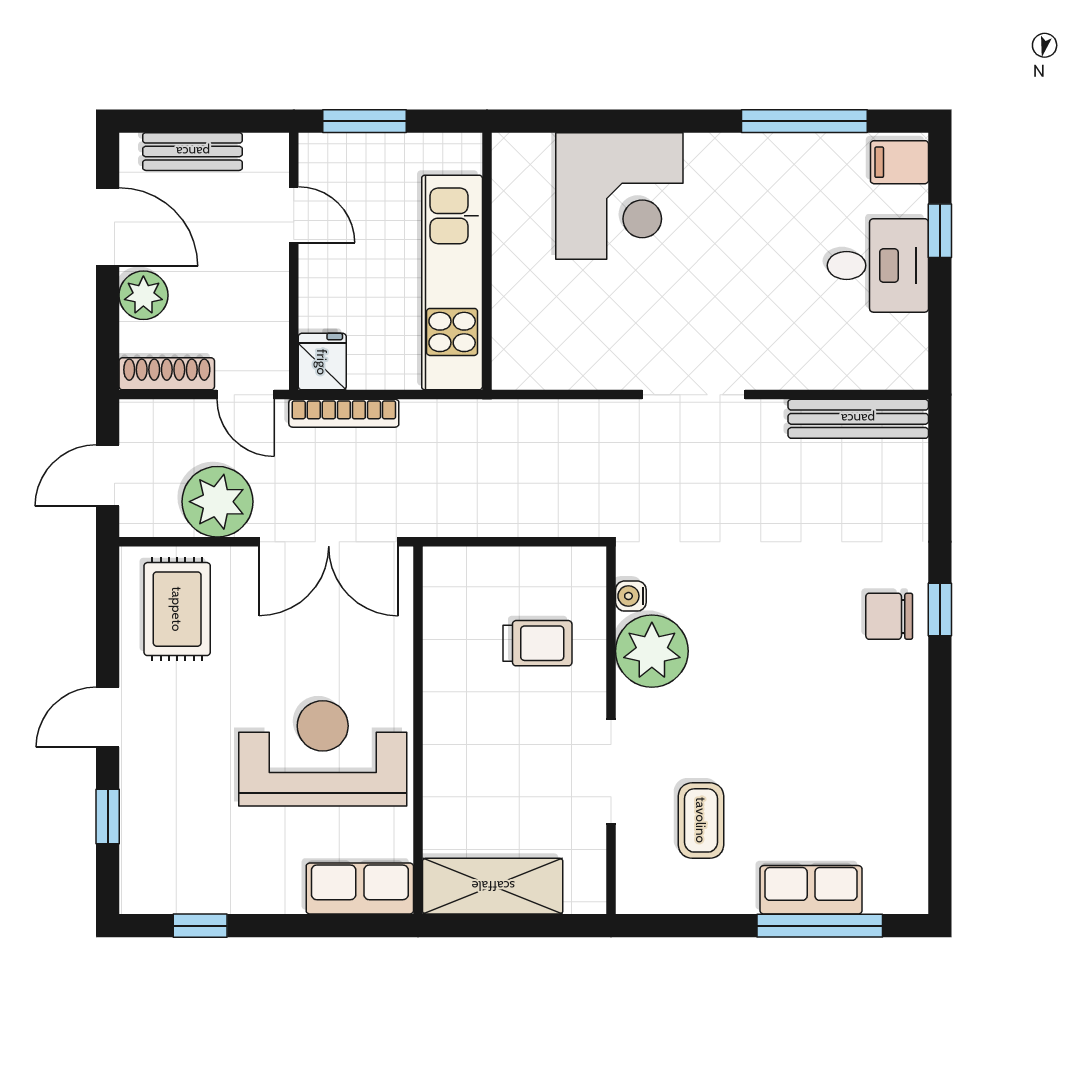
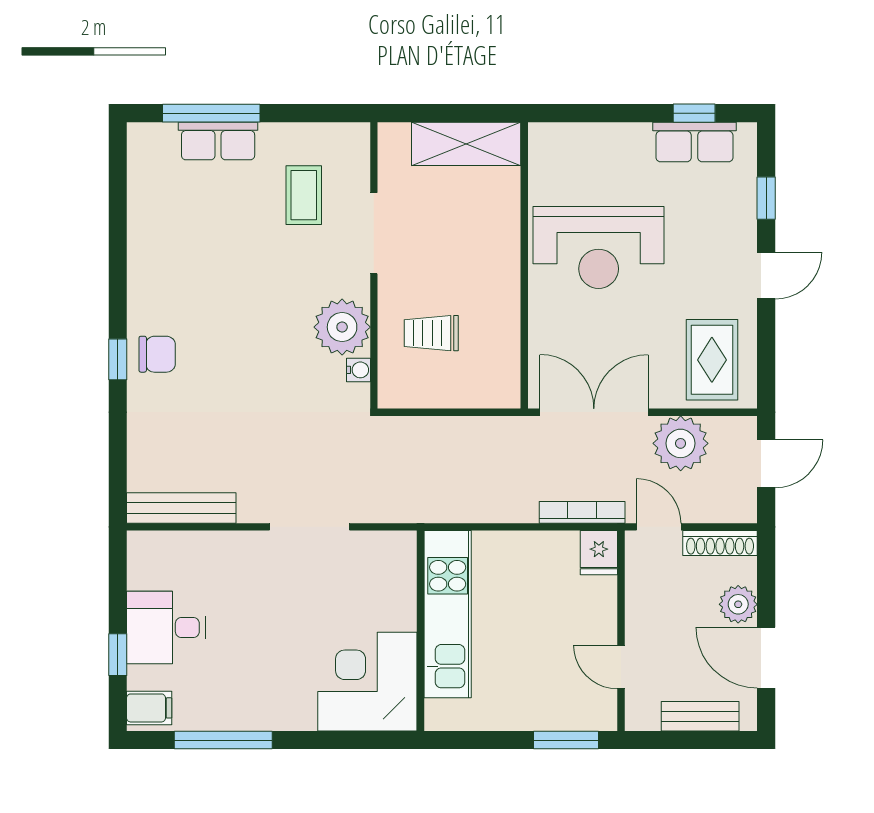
wall: (487, 261) -> (420, 631), moved
kitchen unit: (452, 282) -> (448, 614), moved
row of seats: (360, 889) -> (694, 142), moved

